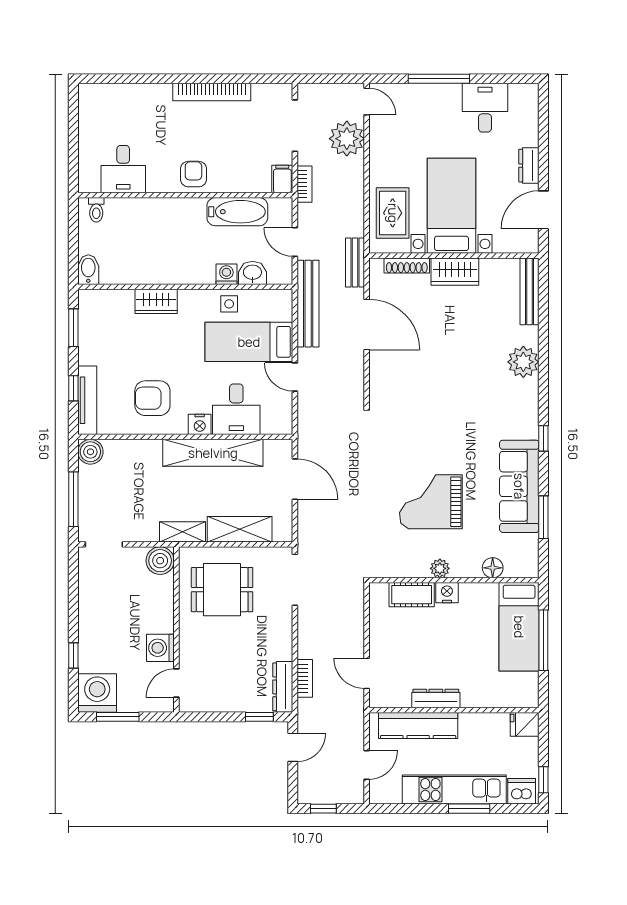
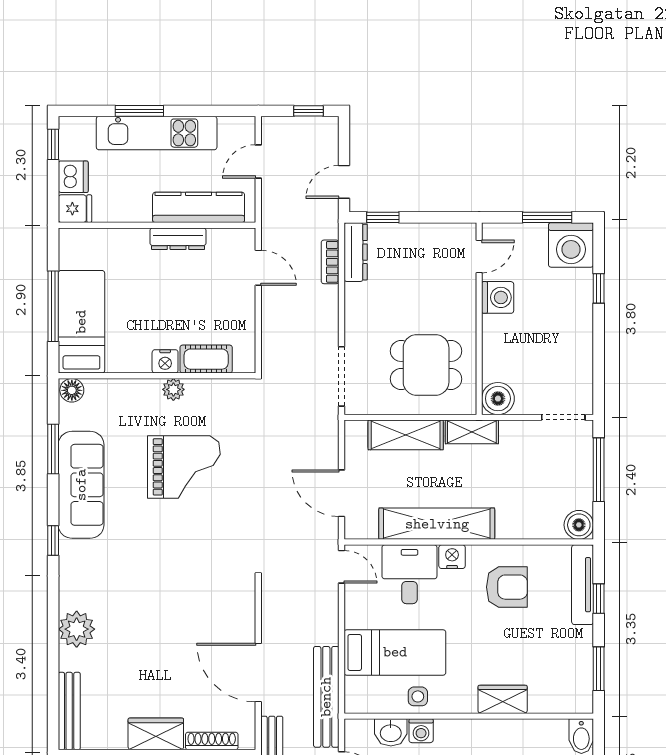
door: (295, 377) -> (341, 567), moved
floor lamp: (493, 568) -> (72, 390), moved
dishwasher: (522, 791) -> (73, 177), moved, turned -90

